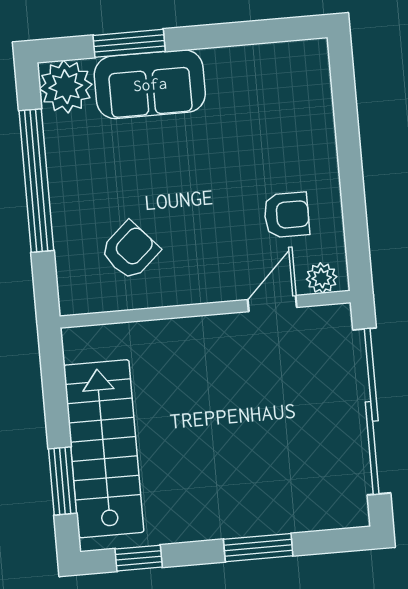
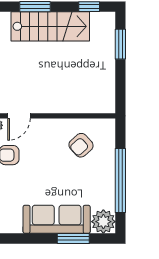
sofa: (150, 84) -> (57, 219), width x1.36
stairs: (104, 449) -> (50, 26), moved, turned -90

